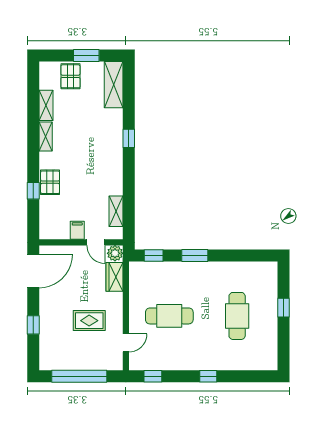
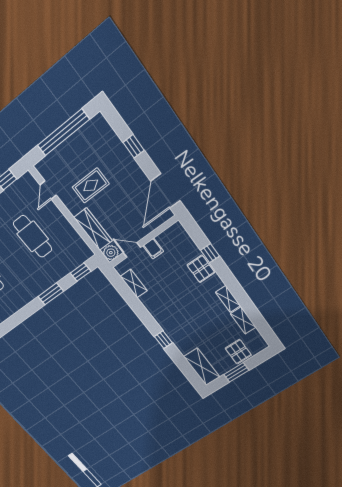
wardrobe: (115, 277) -> (93, 229), width x1.50
cafe table: (169, 316) -> (33, 236), turned 90

